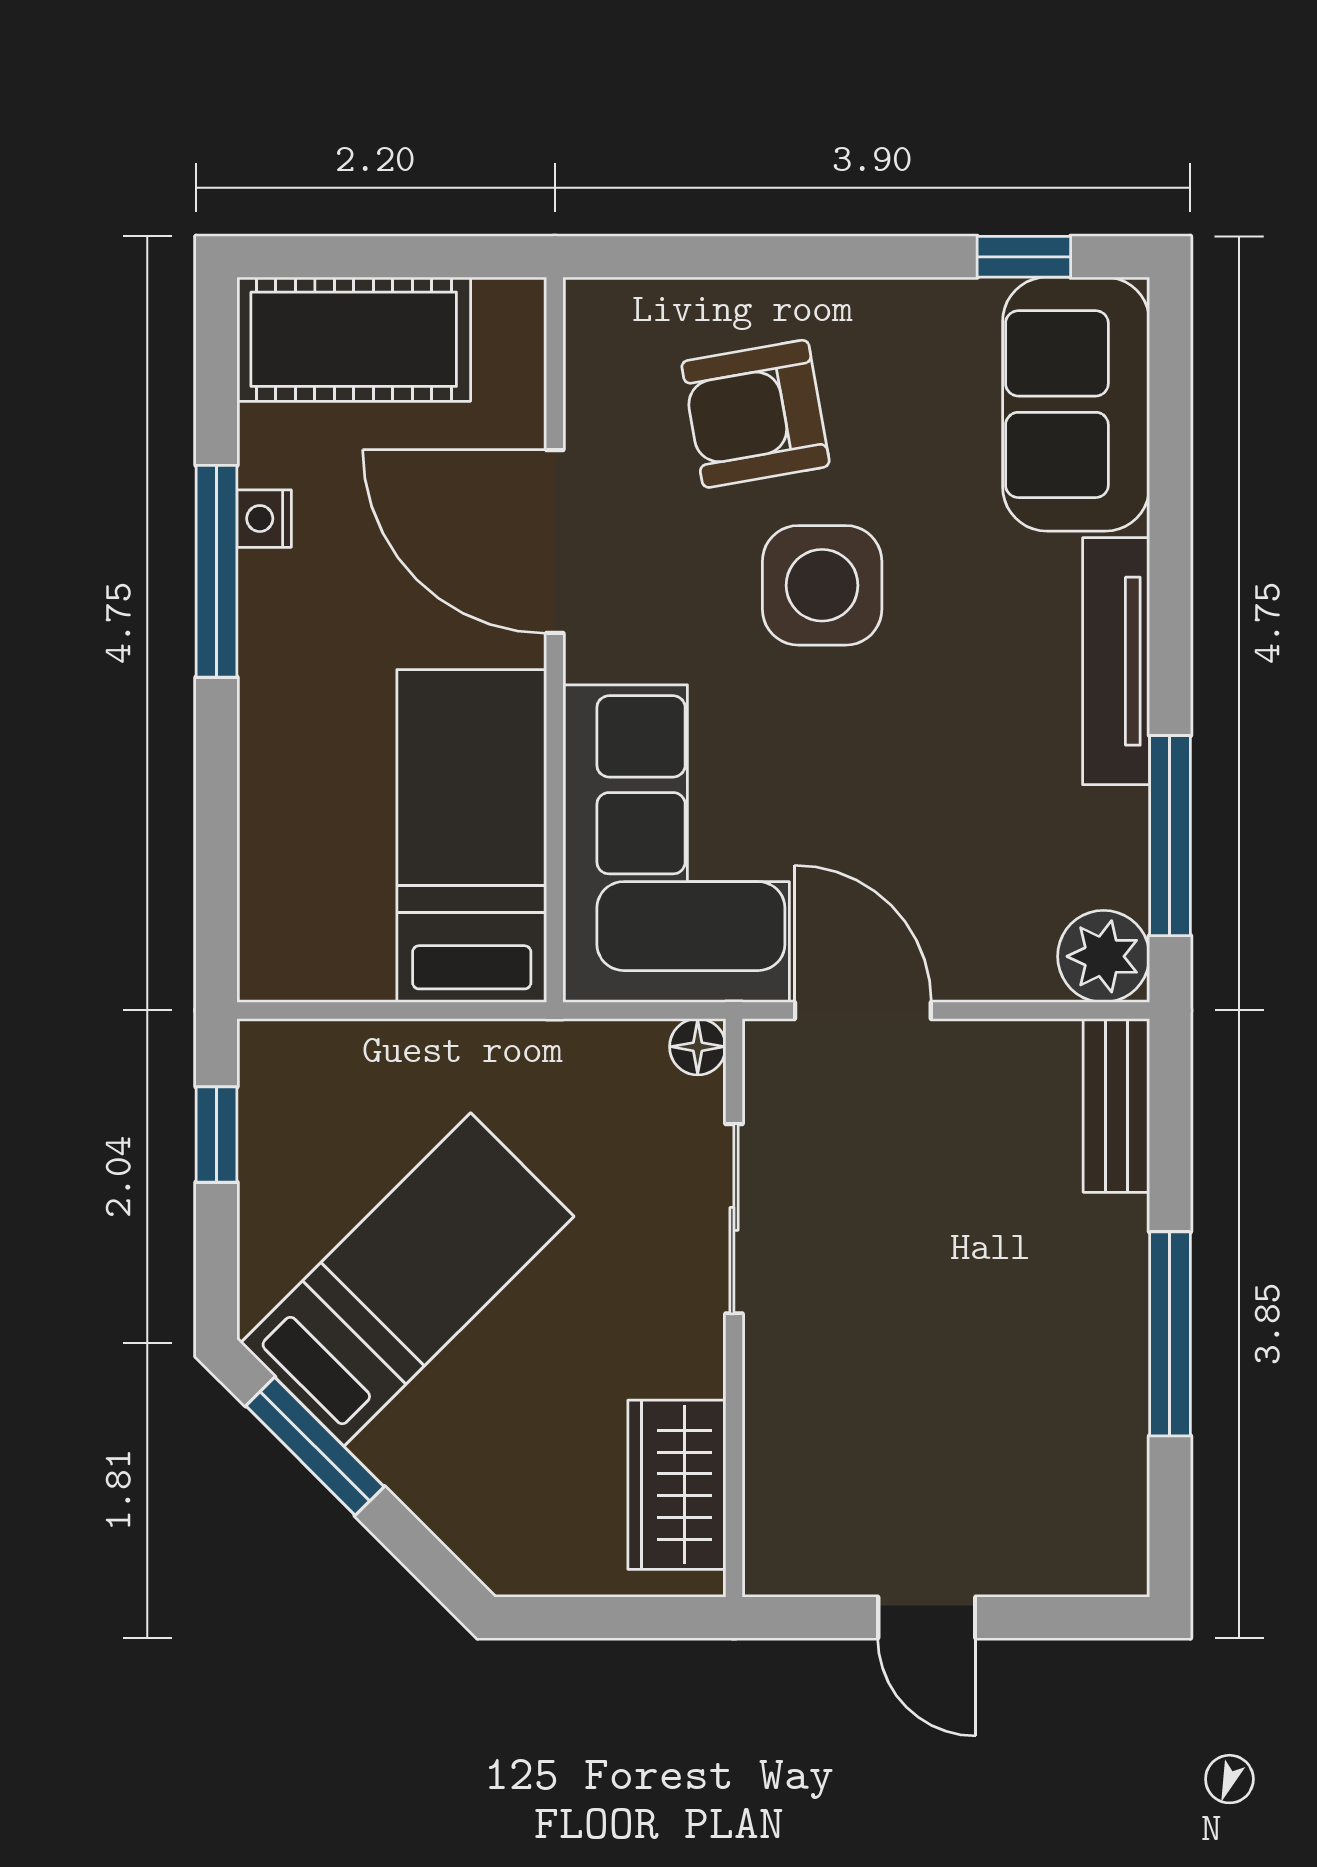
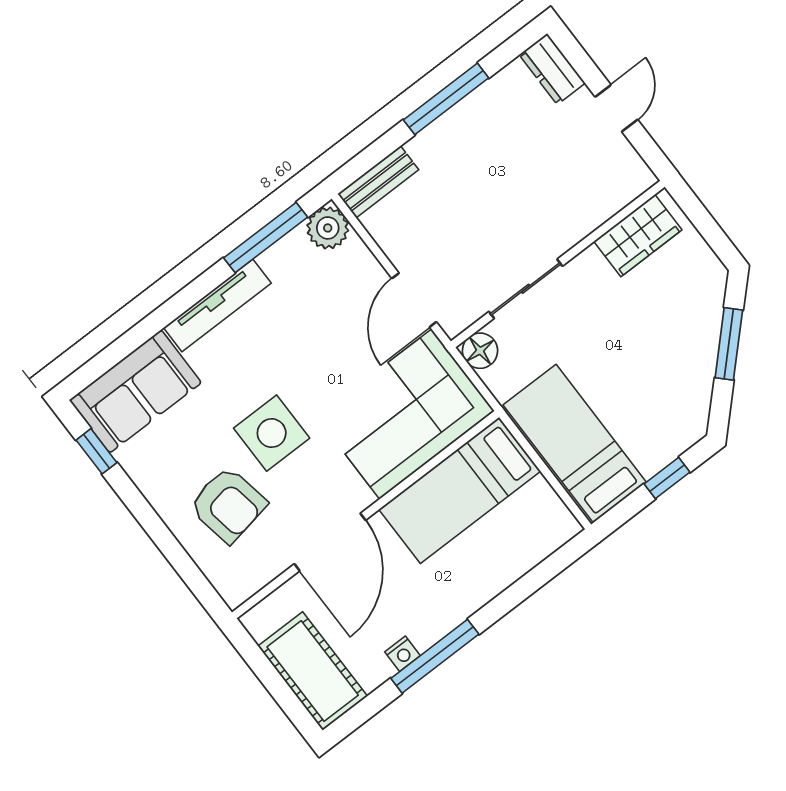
floor lamp: (698, 1047) -> (480, 351), width x1.37, depth x1.37
window: (217, 1135) -> (667, 478), moved
bed: (407, 1280) -> (575, 443), moved, turned 45
window: (315, 1446) -> (729, 344), moved
dresser: (1081, 1558) -> (552, 69), added

